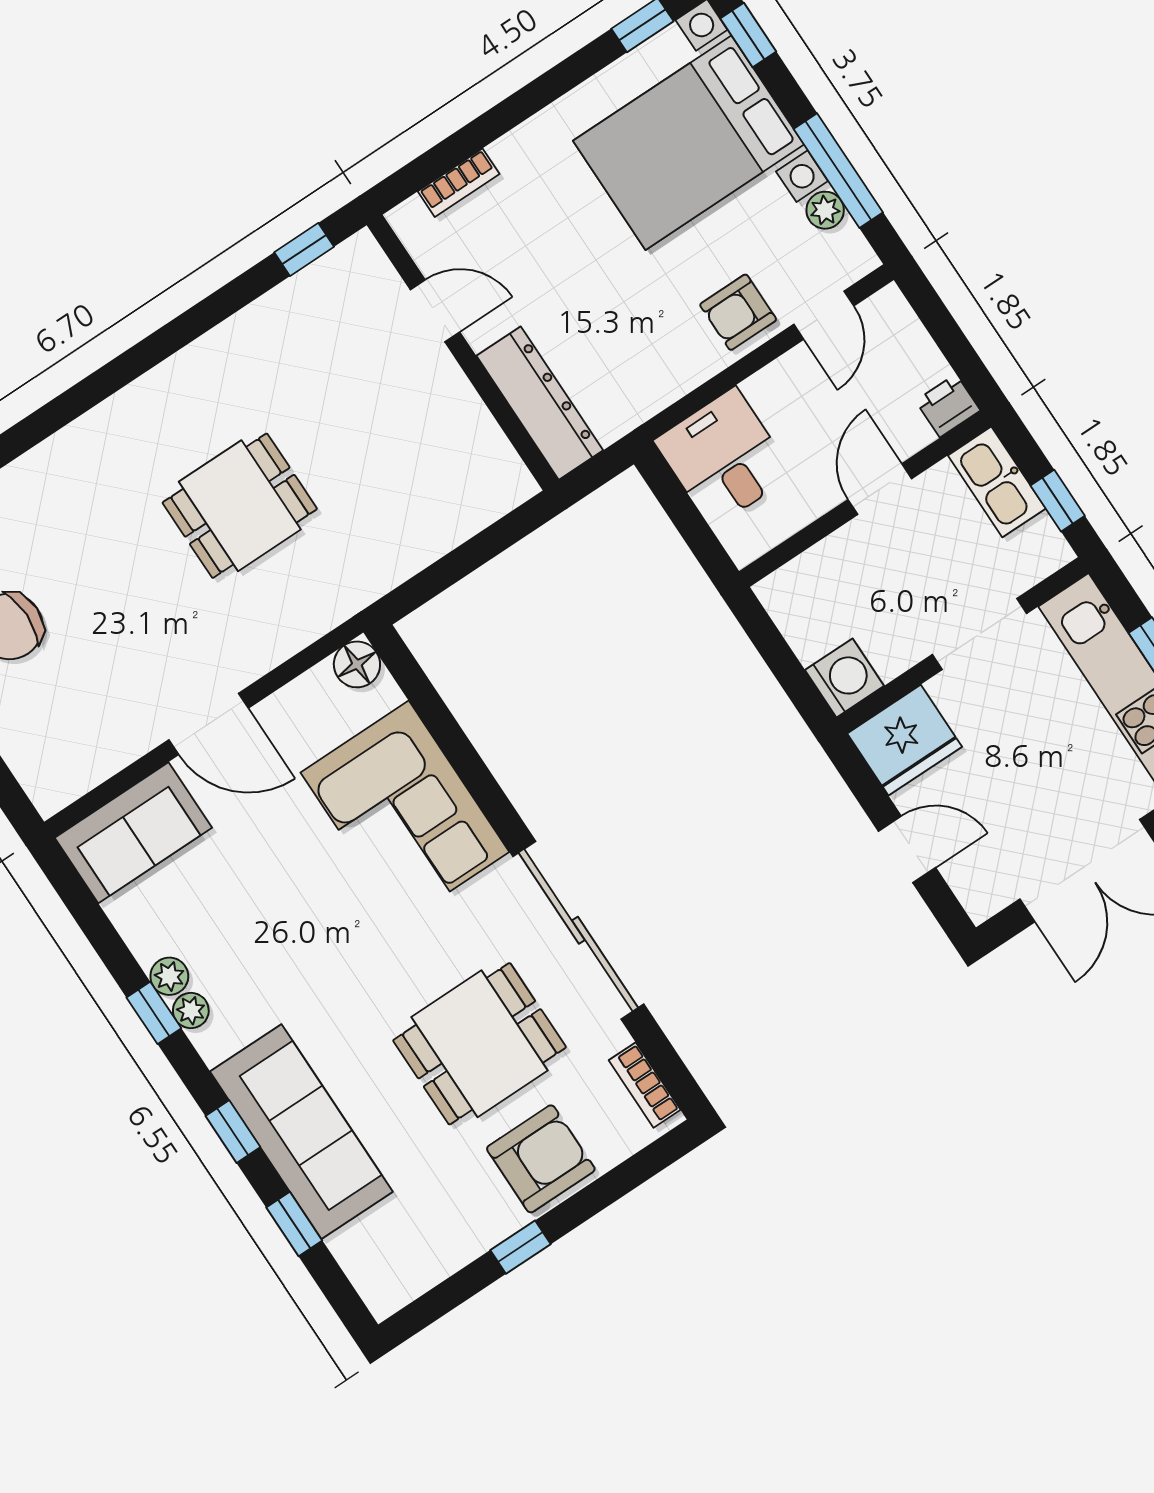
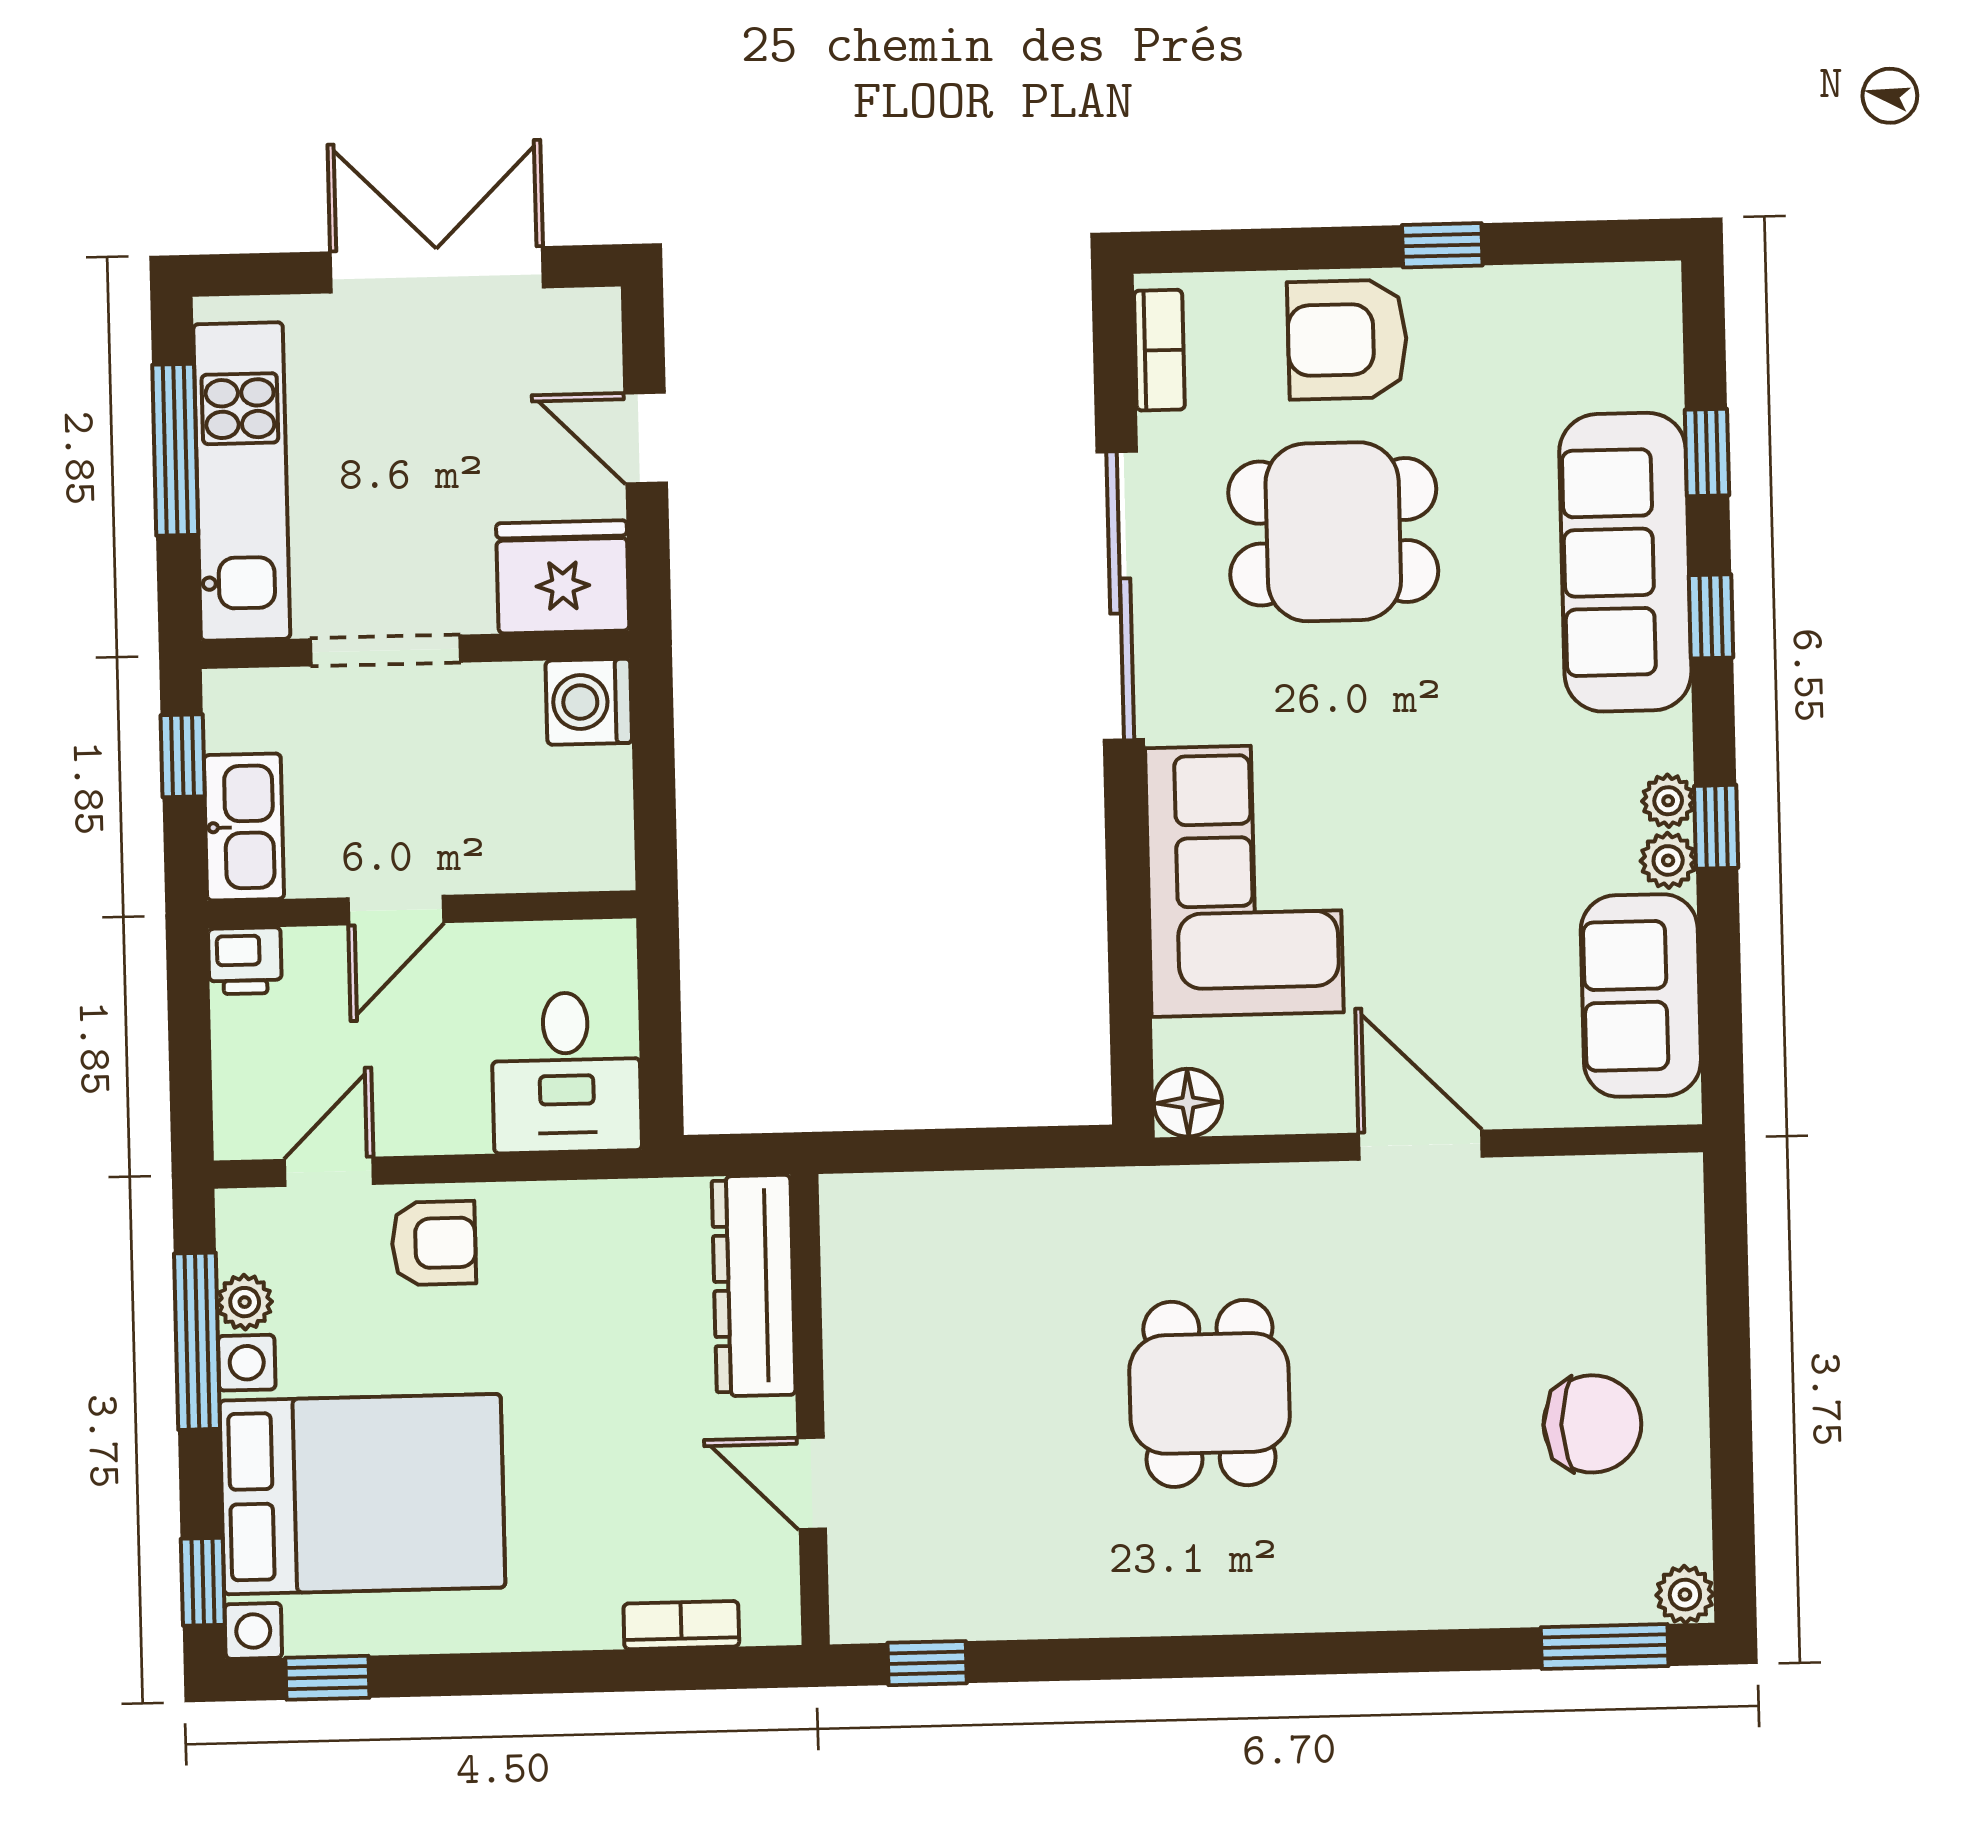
dining table: (240, 506) -> (1209, 1393), turned 90
sofa: (133, 833) -> (1641, 996), moved, turned -90

